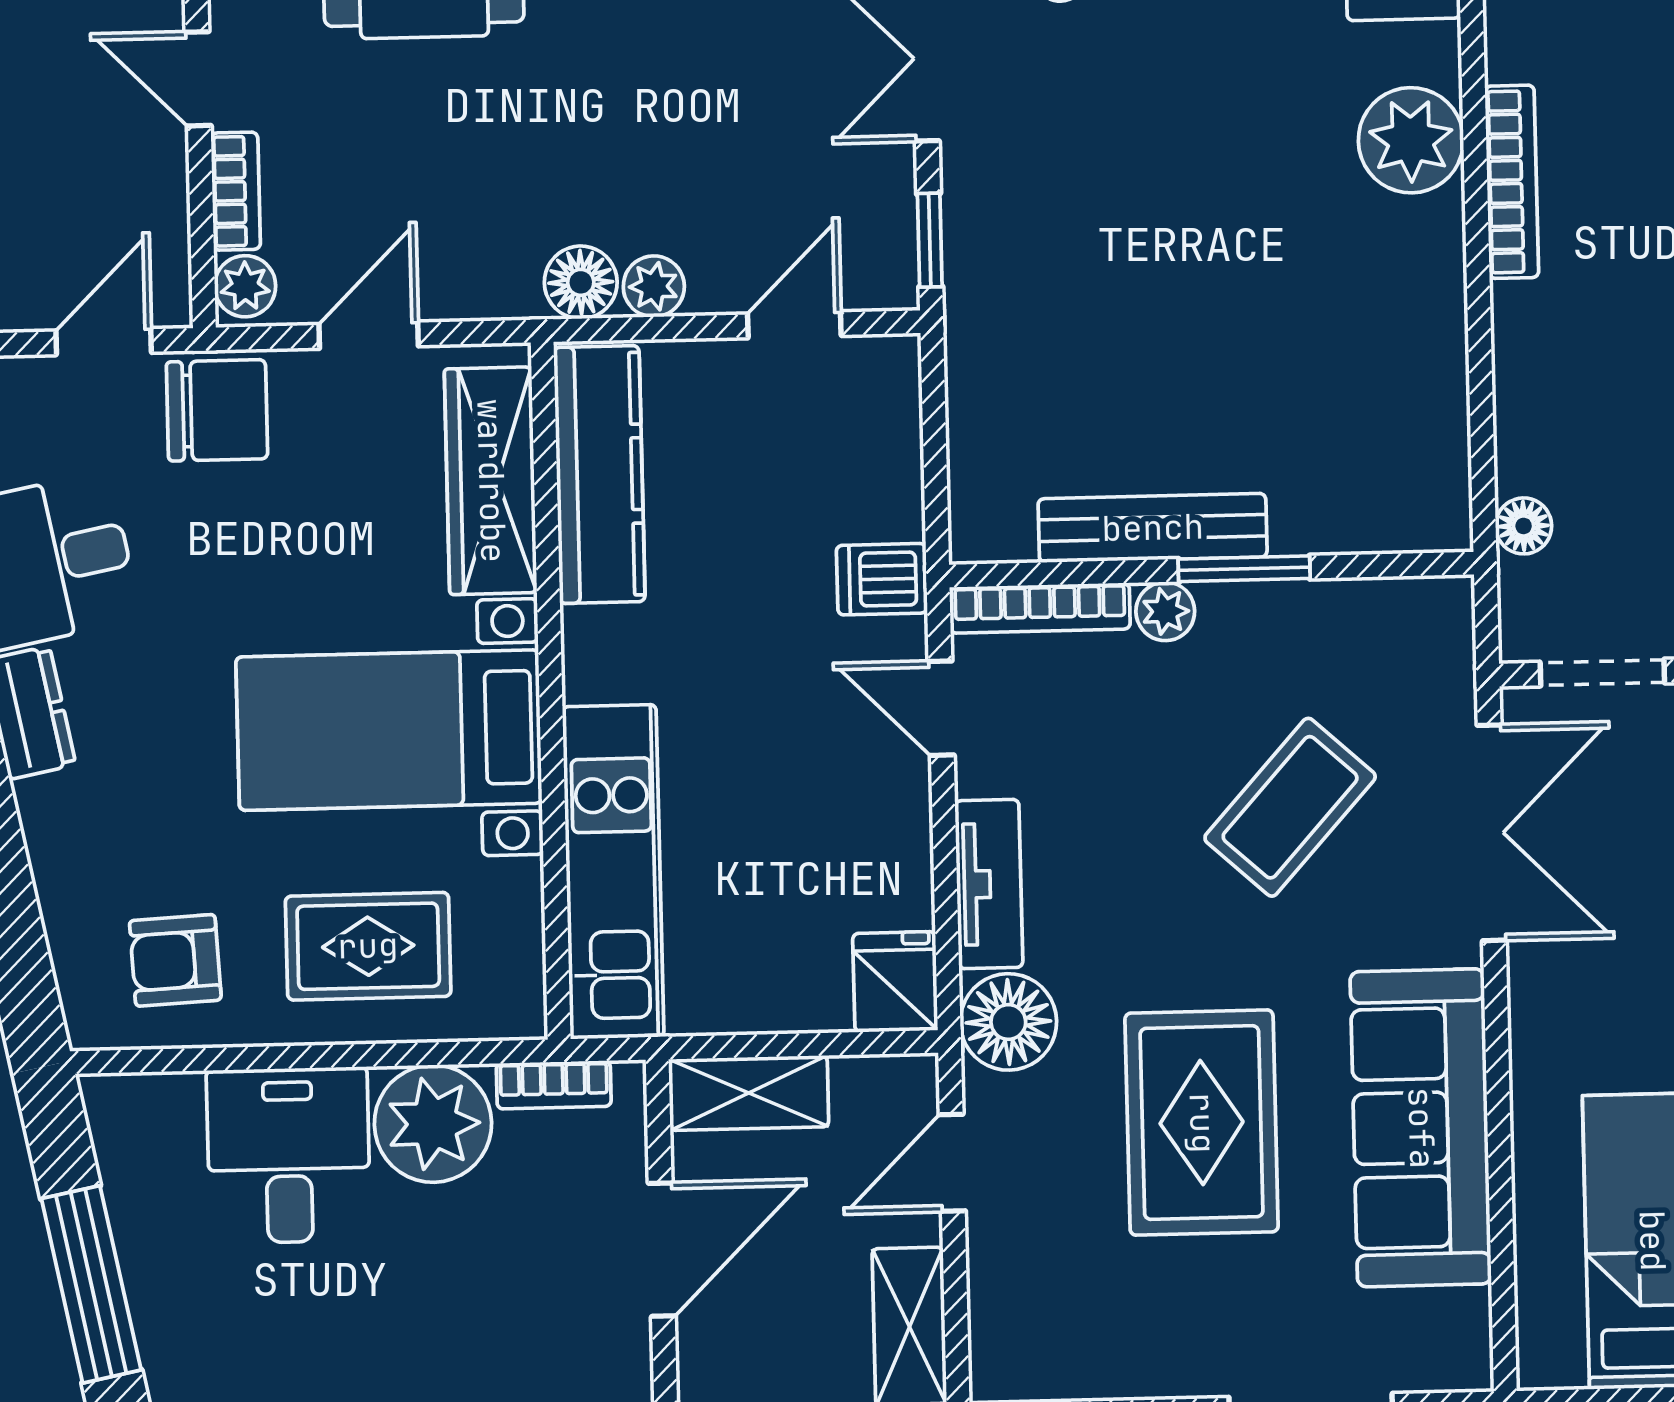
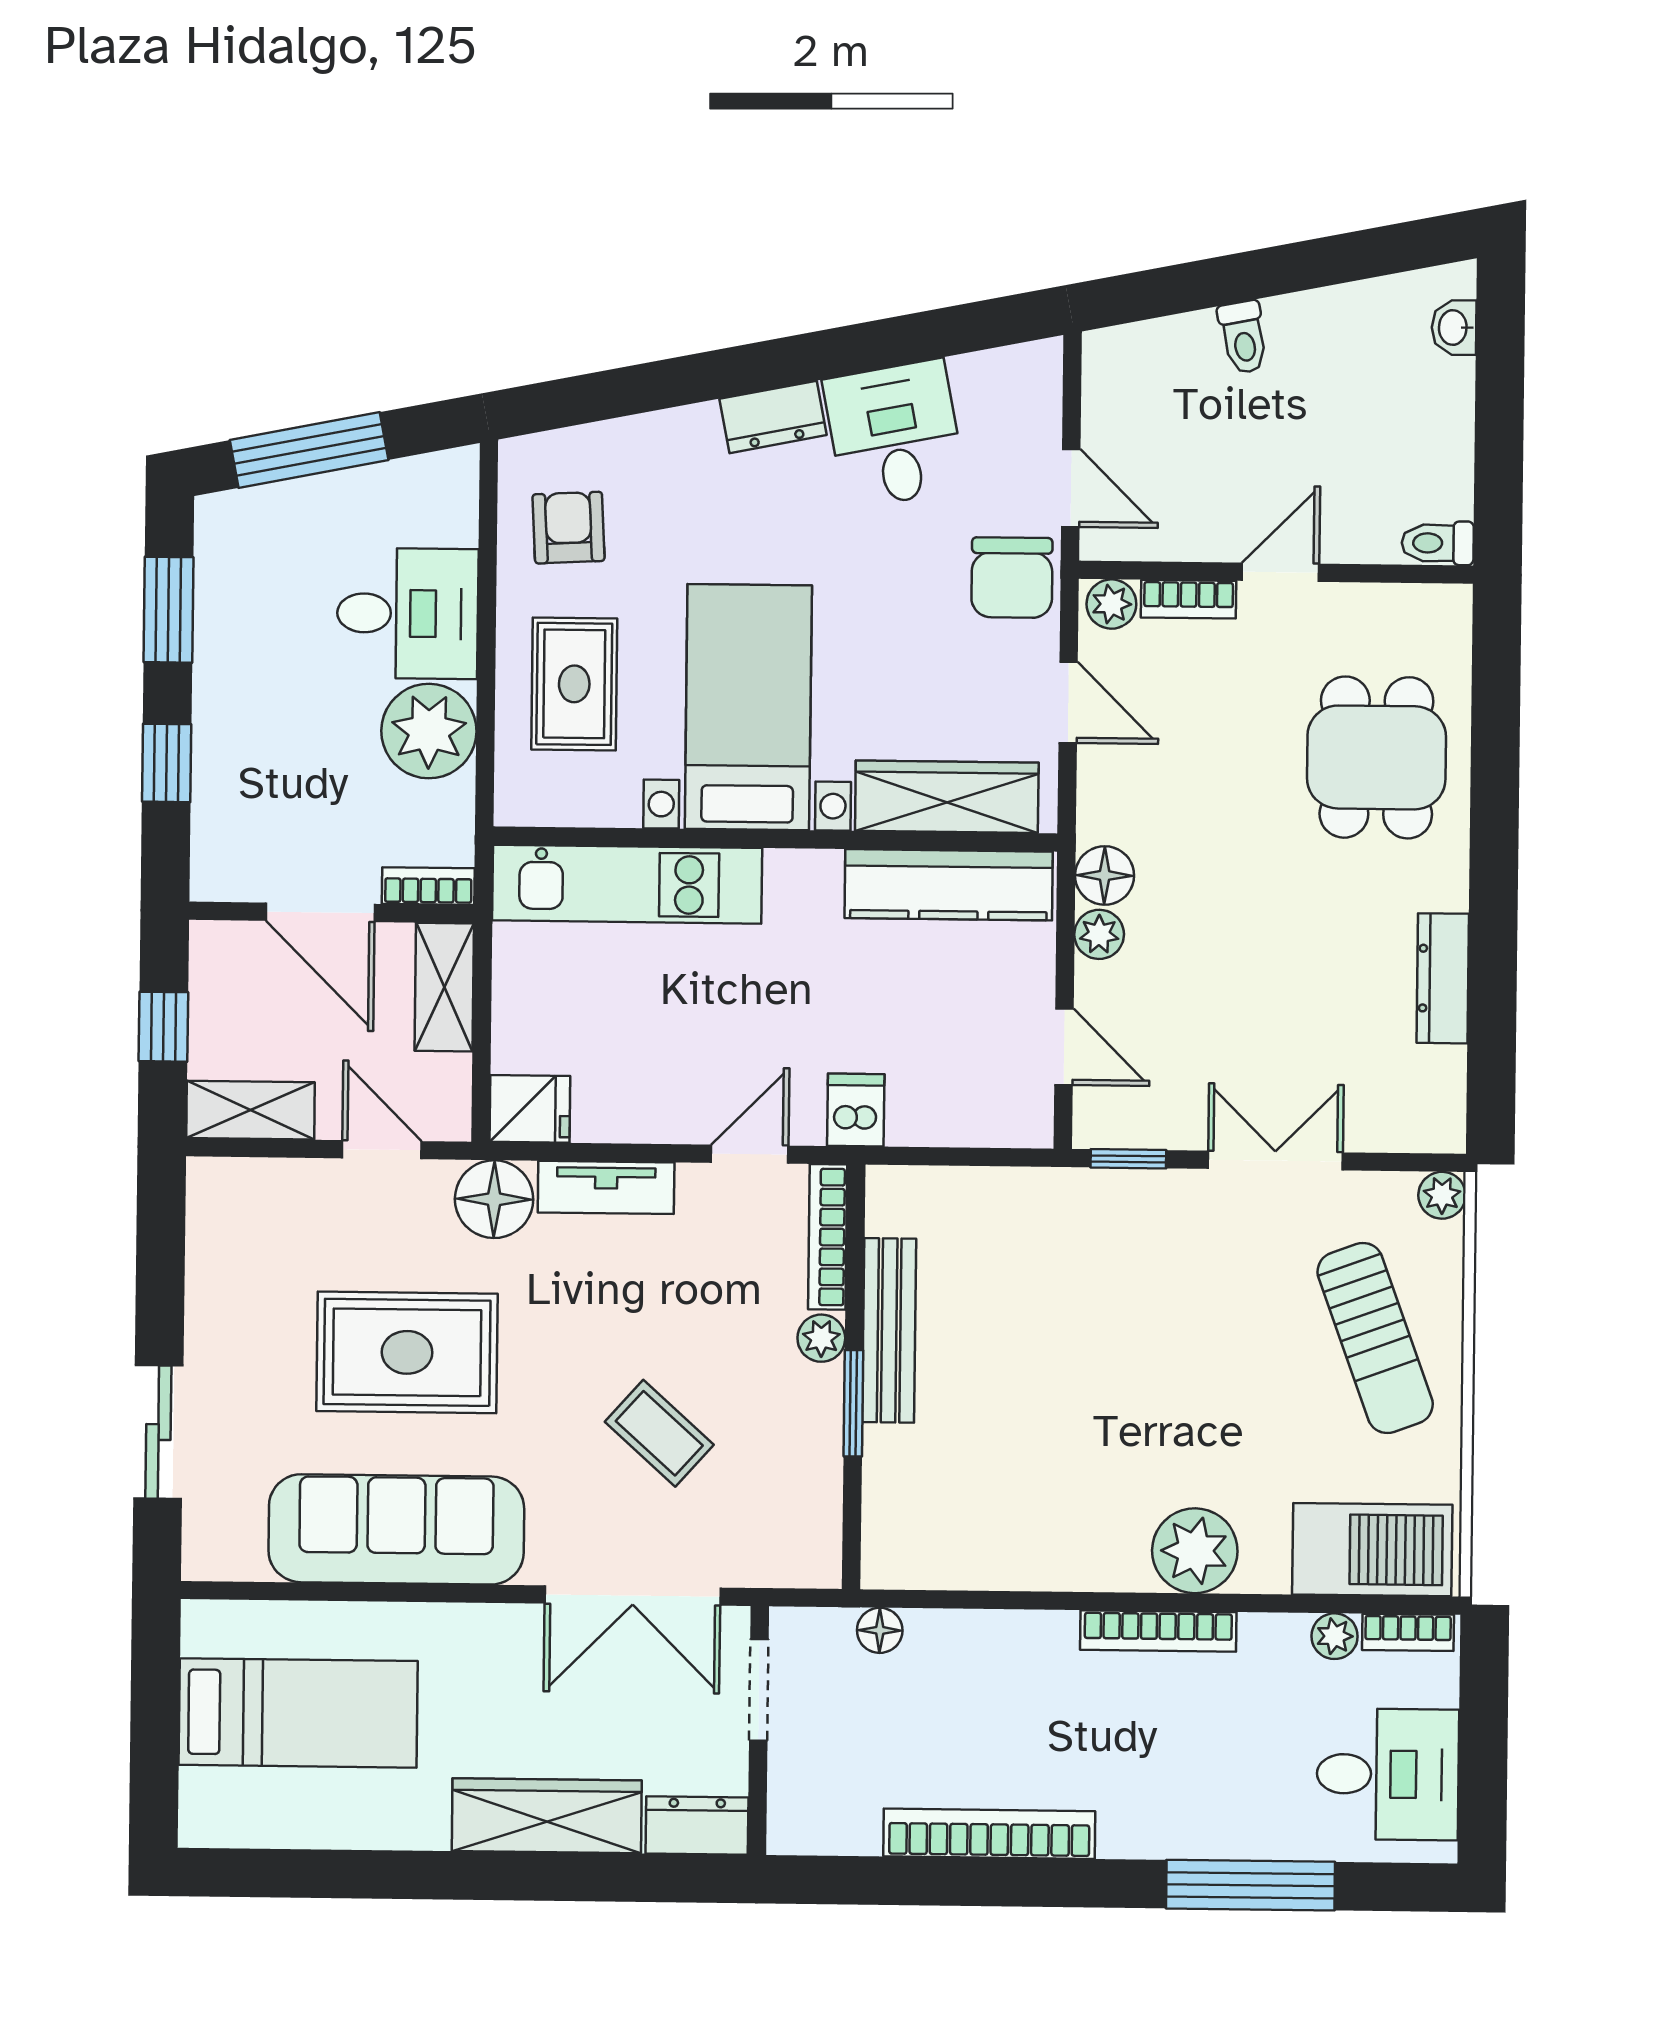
coffee table: (1290, 807) -> (659, 1433), width x0.73, depth x0.77
bookcase: (554, 1085) -> (428, 886), moved, turned 90

